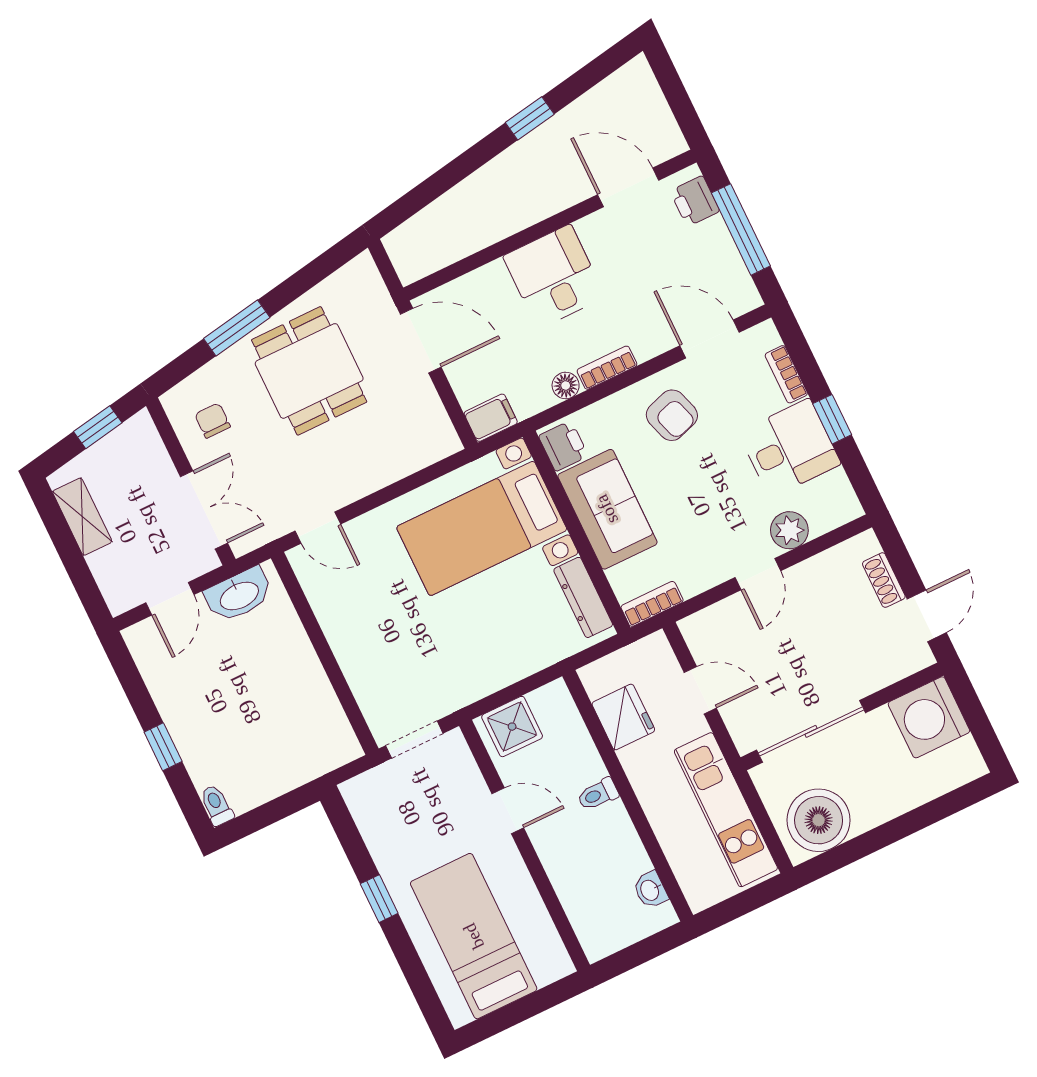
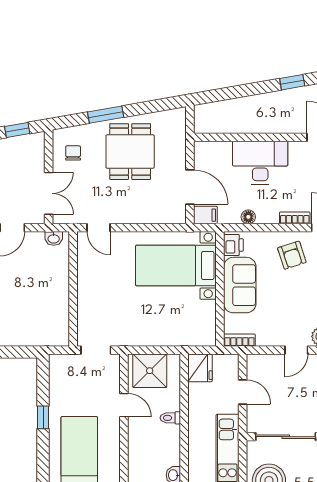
desk: (554, 277) -> (260, 163), width x1.37
door: (421, 341) -> (190, 187), moved
bookcase: (607, 368) -> (295, 218), moved
washbasin: (239, 595) -> (54, 238), width x0.52, depth x0.69
dresser: (583, 597) -> (208, 321), removed
fridge: (623, 717) -> (200, 368), moved
shower: (512, 727) -> (150, 371), width x1.36, depth x1.36

